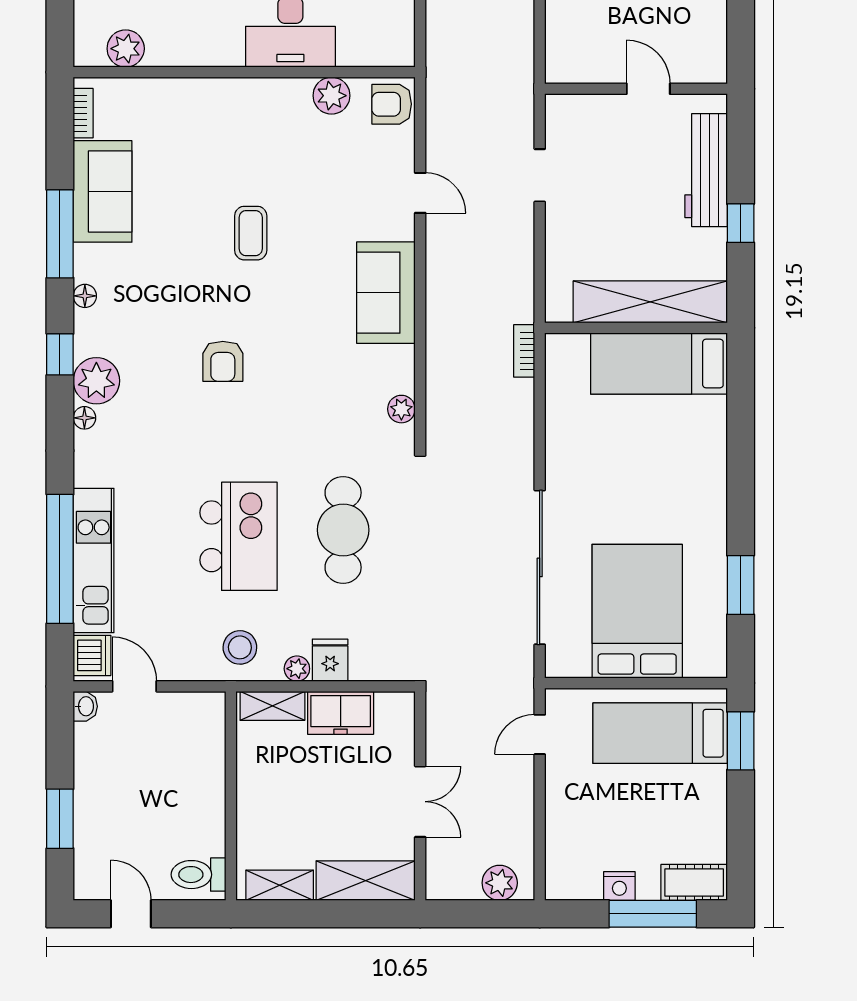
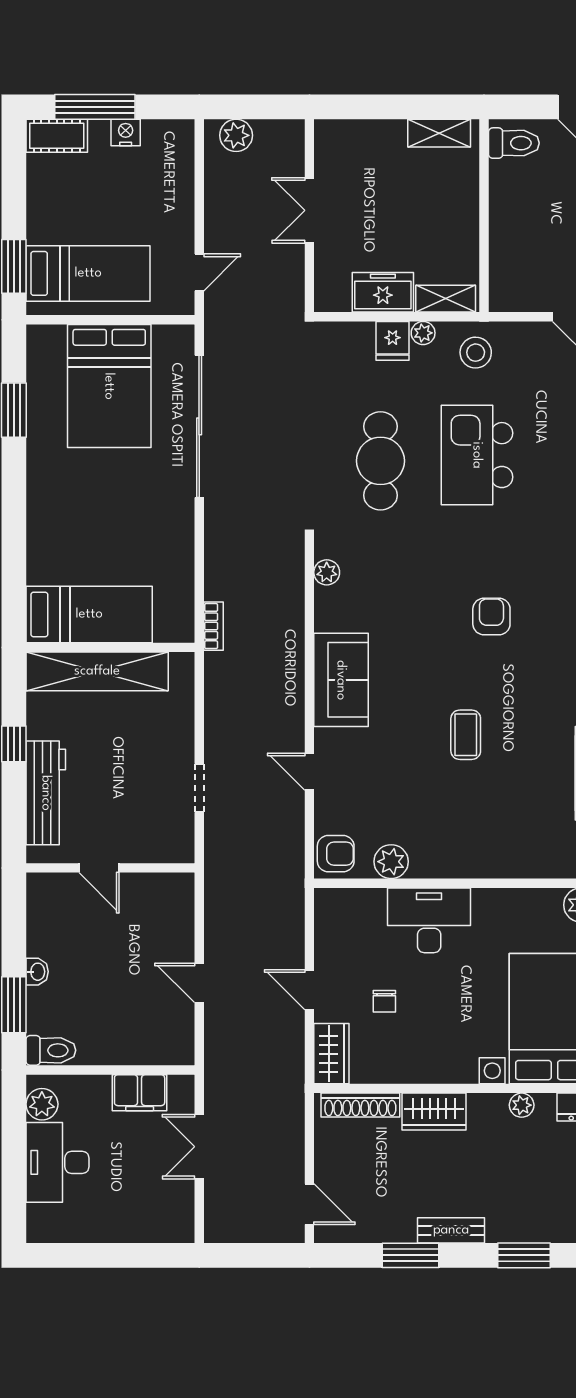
shelving: (366, 881) -> (360, 137), removed

